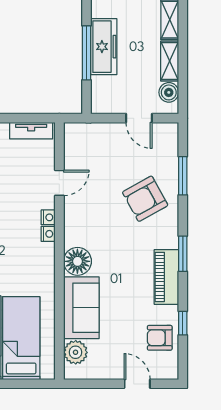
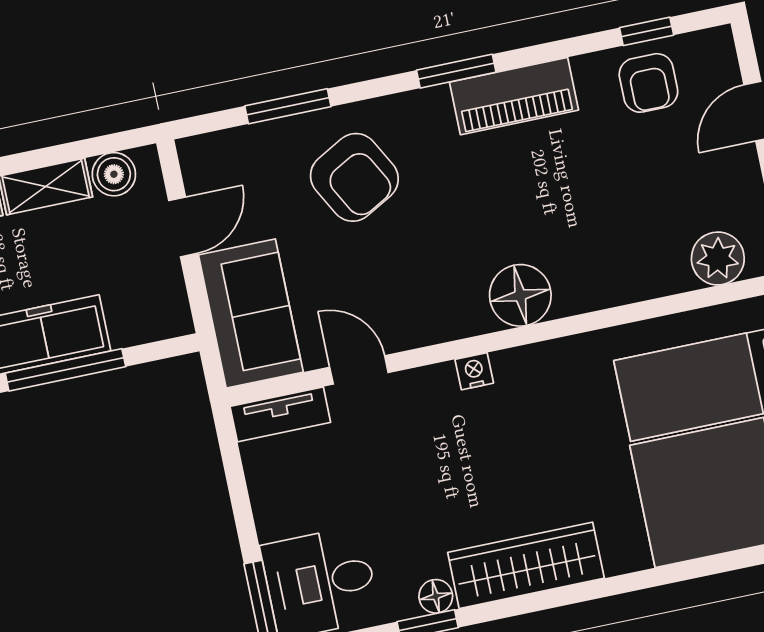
tv unit: (31, 131) -> (280, 414), moved, turned 90
nightstand: (48, 217) -> (438, 379), removed
sofa: (81, 308) -> (251, 313), moved, turned 90
window: (183, 323) -> (647, 31), moved

